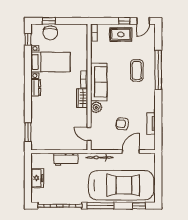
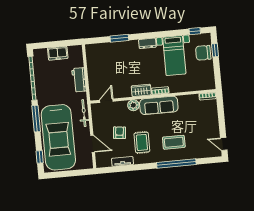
window: (124, 21) -> (222, 125), removed
rug: (121, 34) -> (142, 142), moved
window: (28, 132) -> (119, 38), moved

